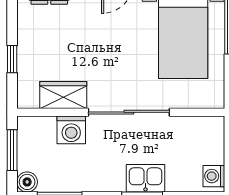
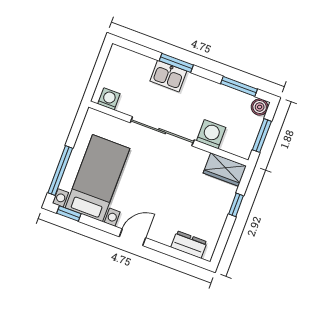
wardrobe: (63, 95) -> (225, 169), moved
washing machine: (214, 176) -> (109, 99), moved, turned -90

